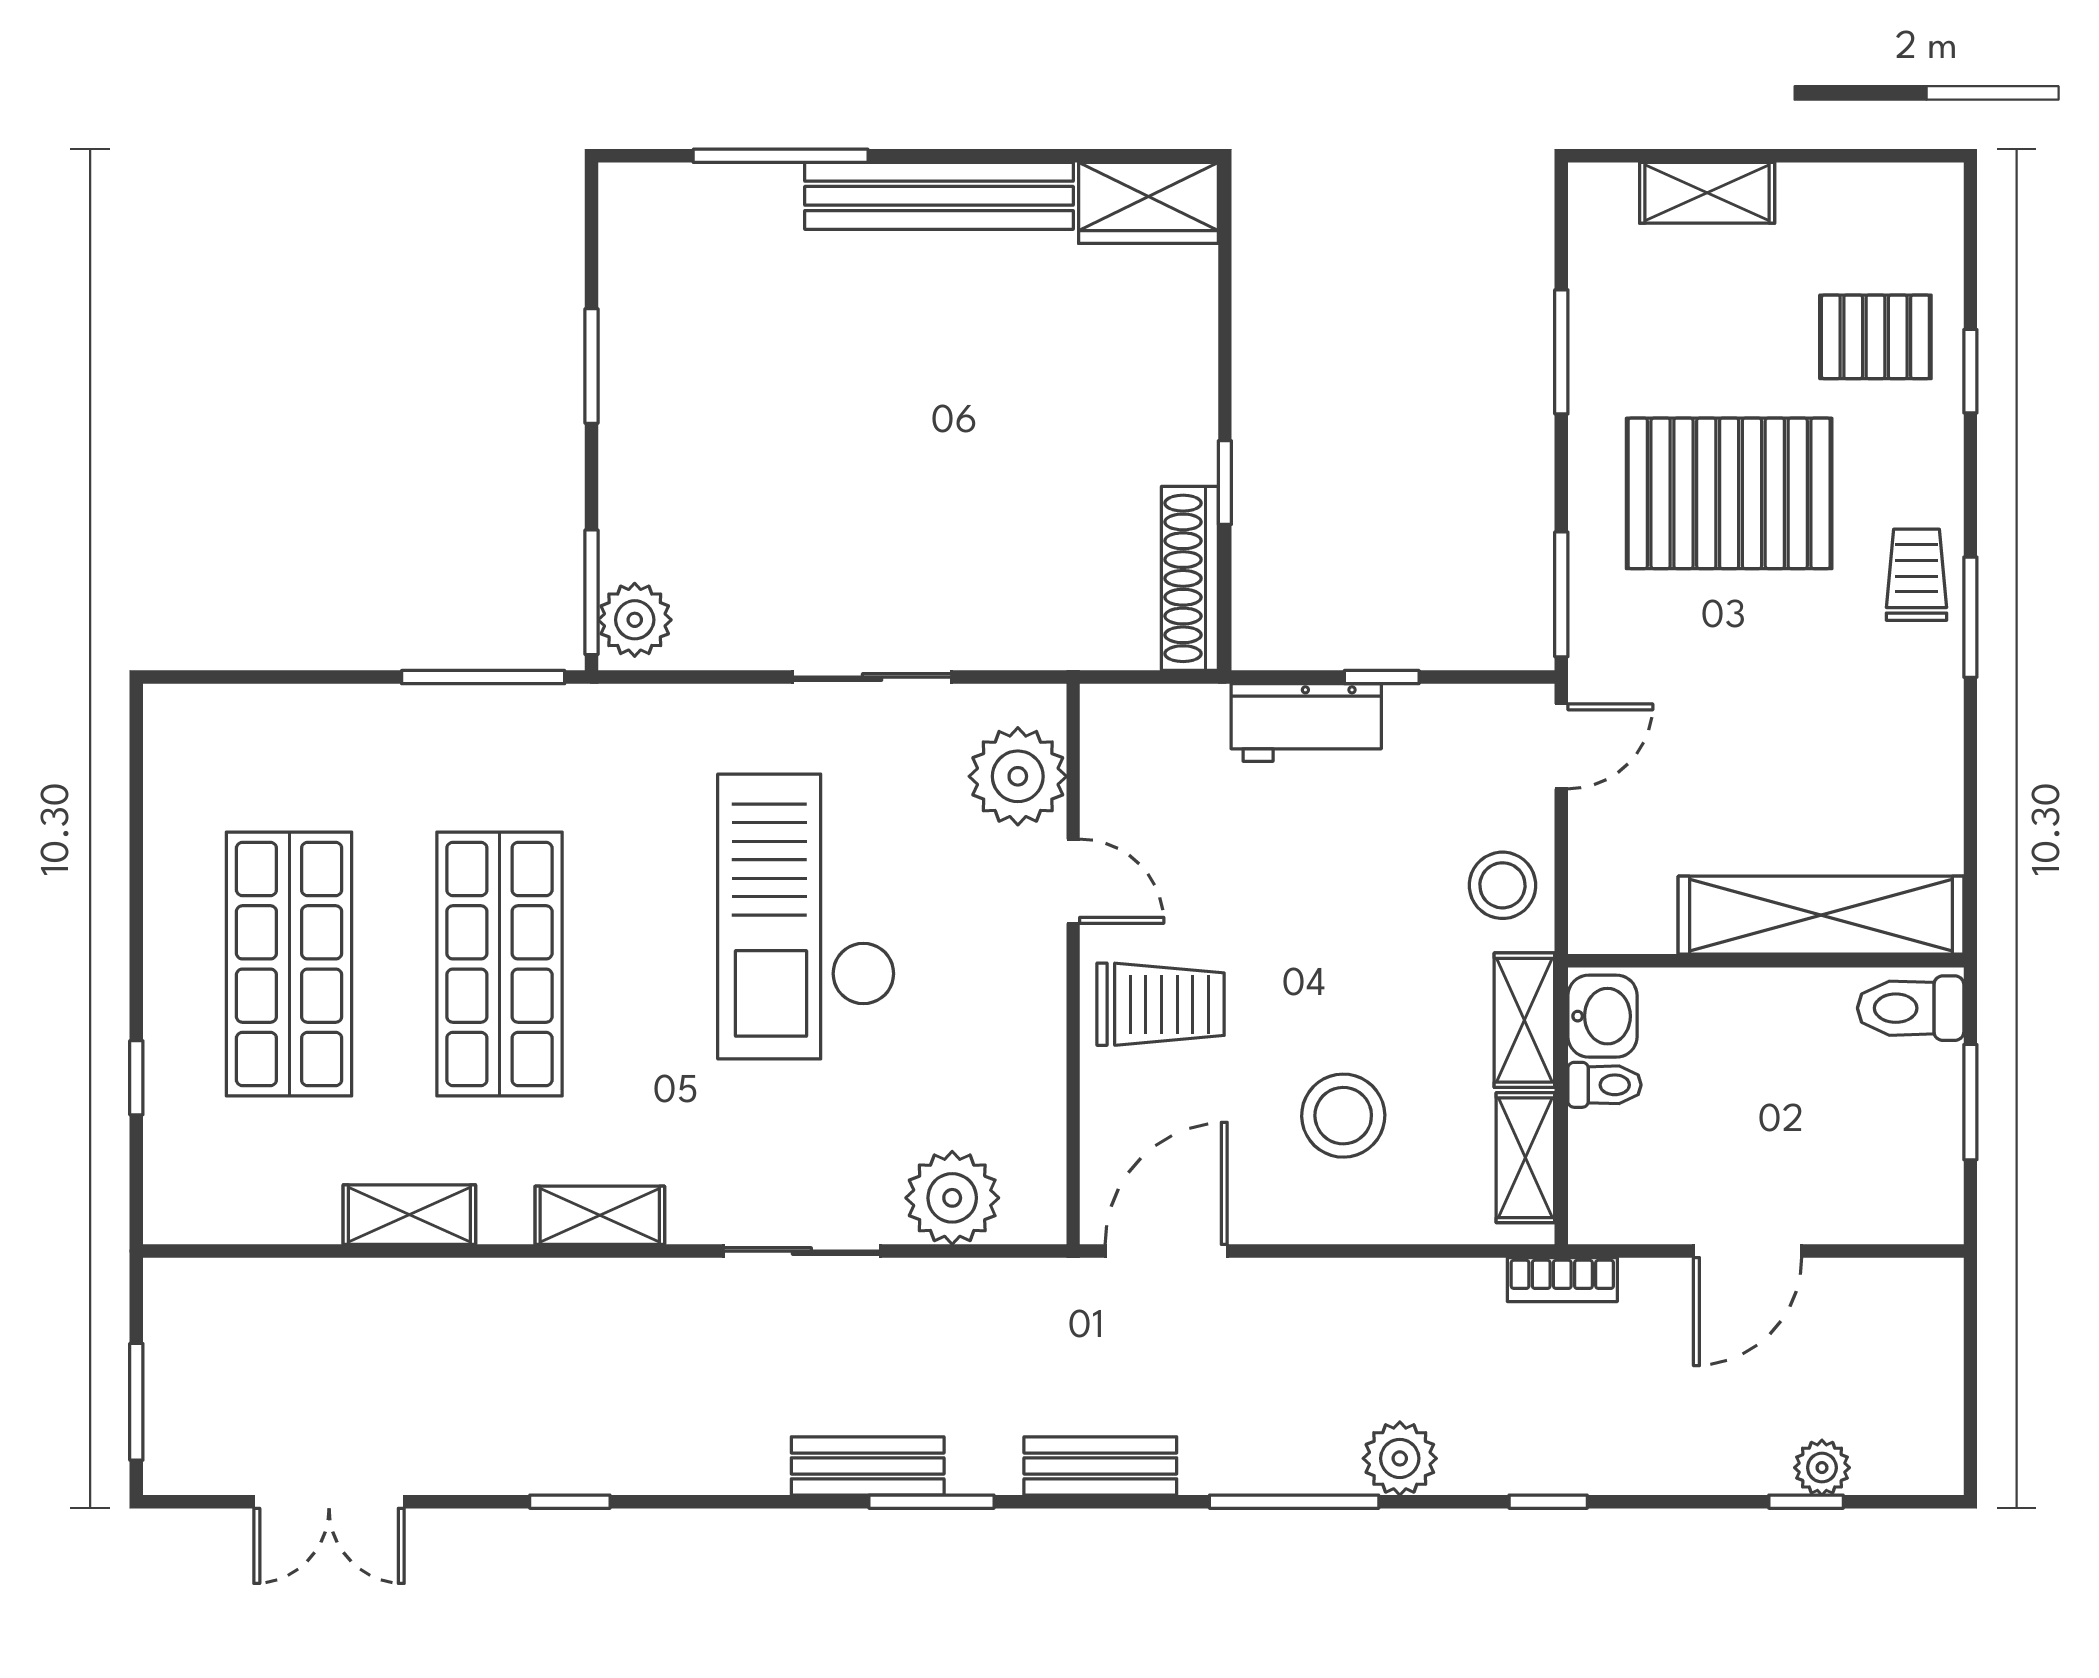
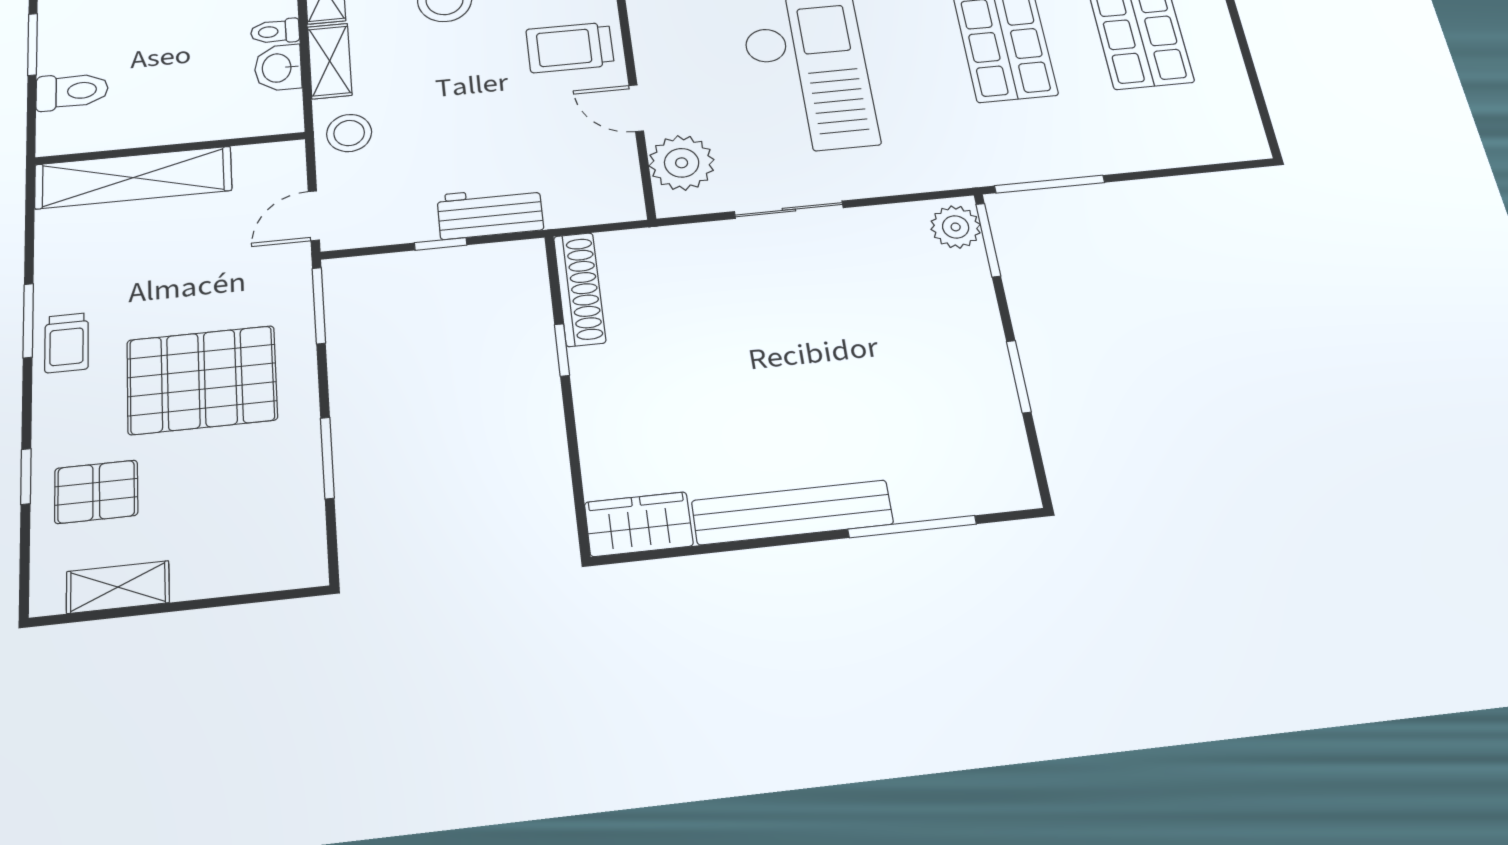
shelving: (1707, 193) -> (118, 587), moved
shelving: (1821, 915) -> (133, 178), moved
wall: (1766, 961) -> (171, 148), moved

